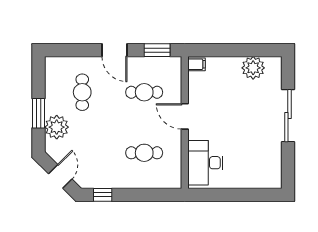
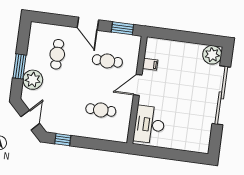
filing cabinet: (197, 64) -> (150, 64), moved
plant: (253, 68) -> (212, 55), moved
door: (185, 116) -> (138, 85), hinge flipped
sliding door: (288, 116) -> (221, 95), width x1.36

